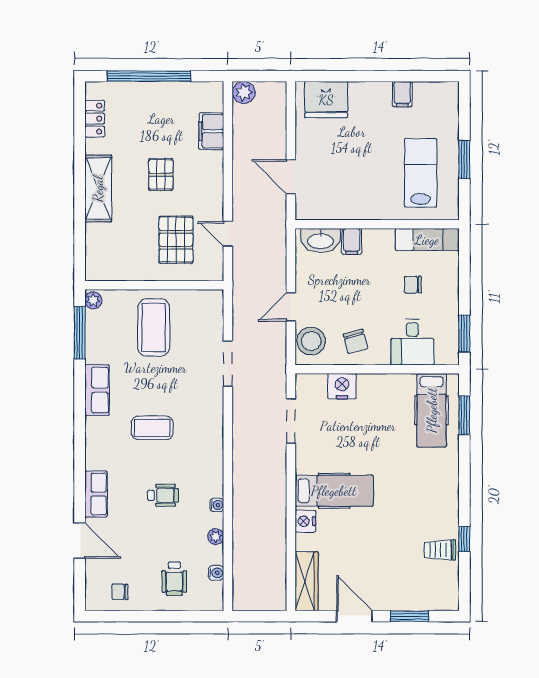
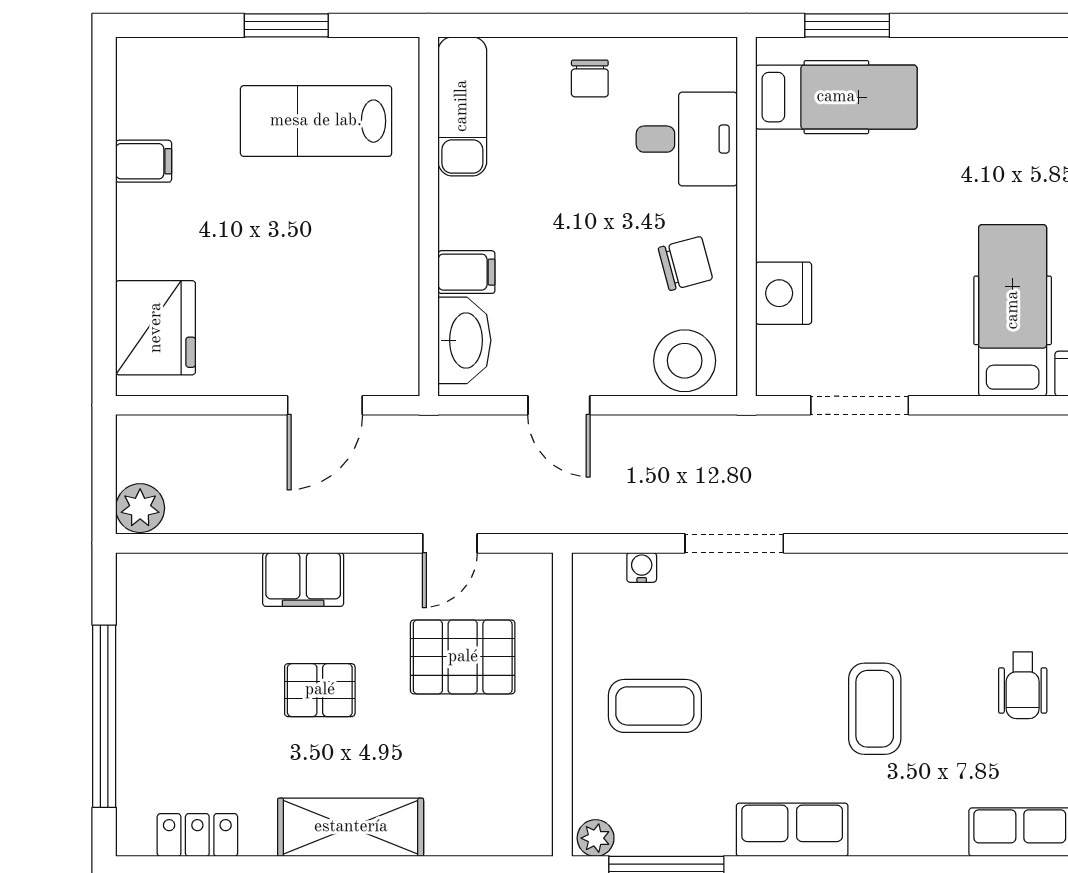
filing cabinet: (211, 131) -> (303, 580), moved
chair: (413, 285) -> (590, 78), moved
door: (291, 307) -> (559, 405), moved
coffee table: (154, 327) -> (655, 706), width x0.73, depth x0.76
window: (464, 333) -> (668, 25), removed
wheelchair: (163, 495) -> (1023, 685), turned 180
water cooler: (217, 505) -> (642, 567), moved

